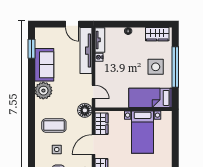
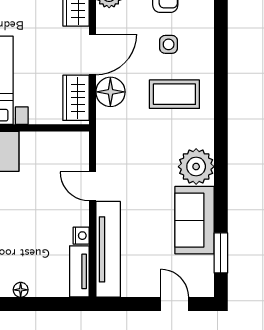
door: (72, 24) -> (175, 304), moved
door: (93, 92) -> (92, 186), moved
floor lamp: (85, 110) -> (110, 92), moved

